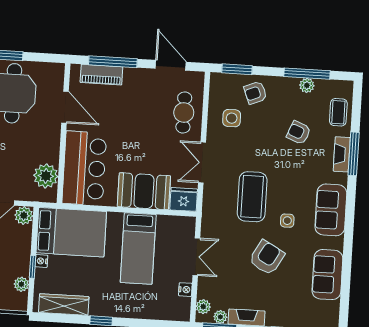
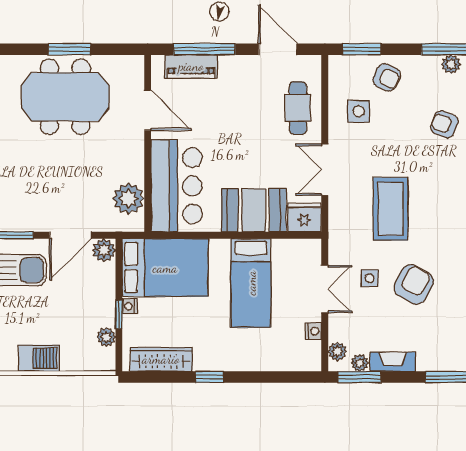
armchair: (255, 93) -> (387, 77), turned -133
side table: (287, 221) -> (370, 278), moved

